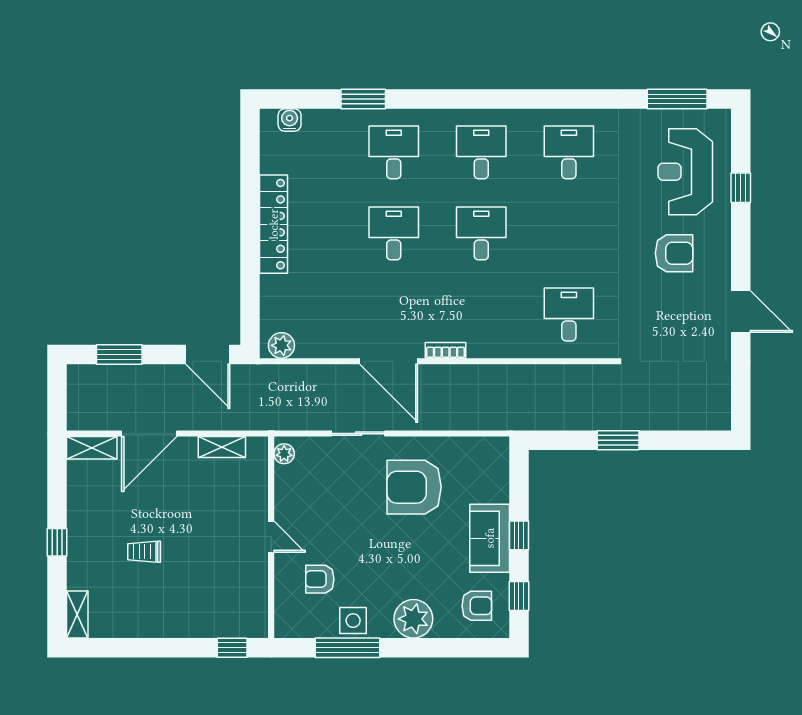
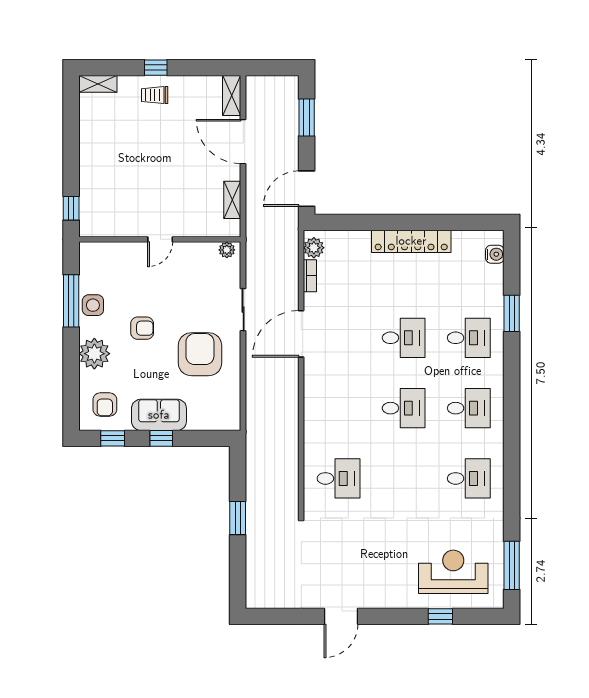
armchair: (674, 253) -> (388, 563), removed
bookcase: (446, 350) -> (310, 276), moved
trolley: (144, 552) -> (155, 95), moved, turned -90
armchair: (320, 579) -> (142, 328), moved, turned 90

